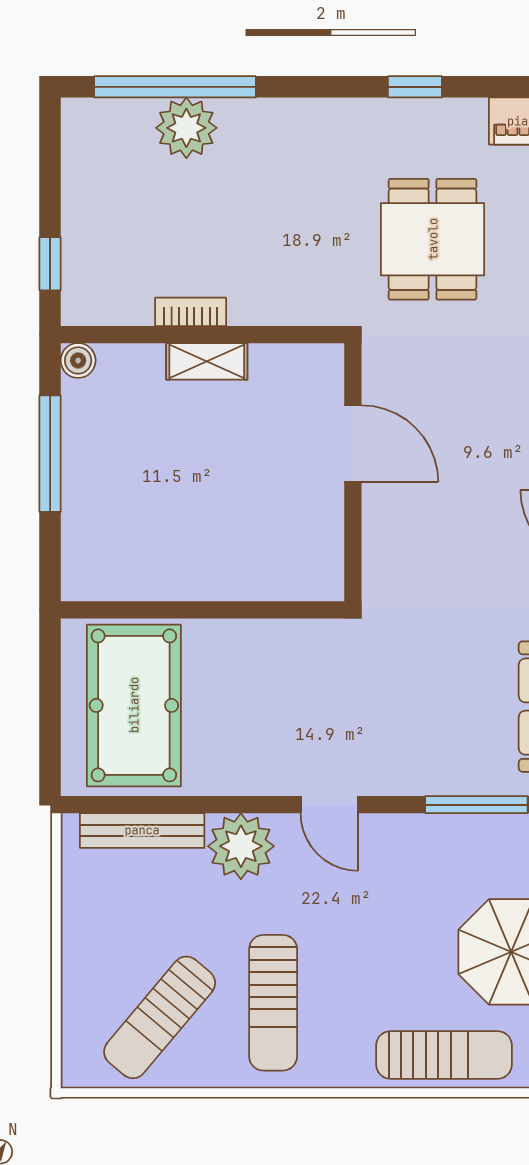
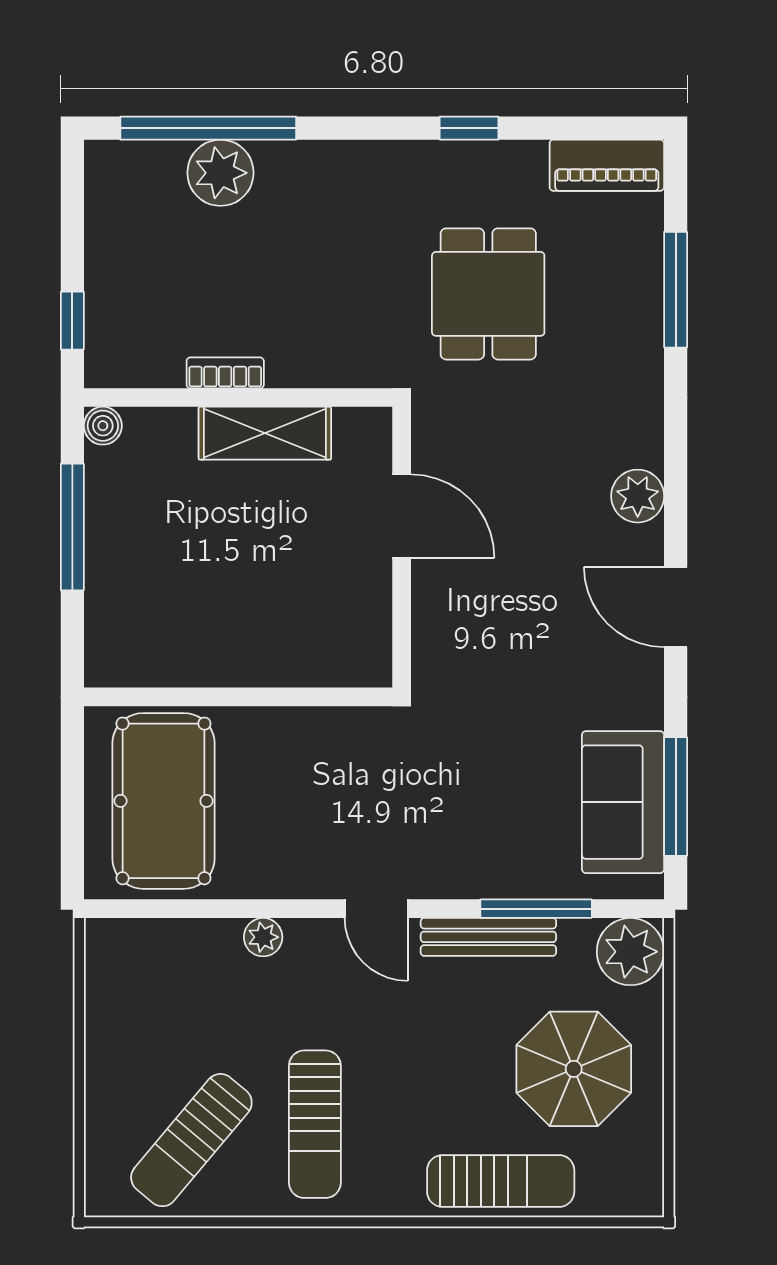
shelving: (207, 361) -> (265, 433), width x1.50, depth x1.33
bench: (142, 830) -> (488, 937), moved
plant: (241, 846) -> (263, 937), width x0.53, depth x0.53

